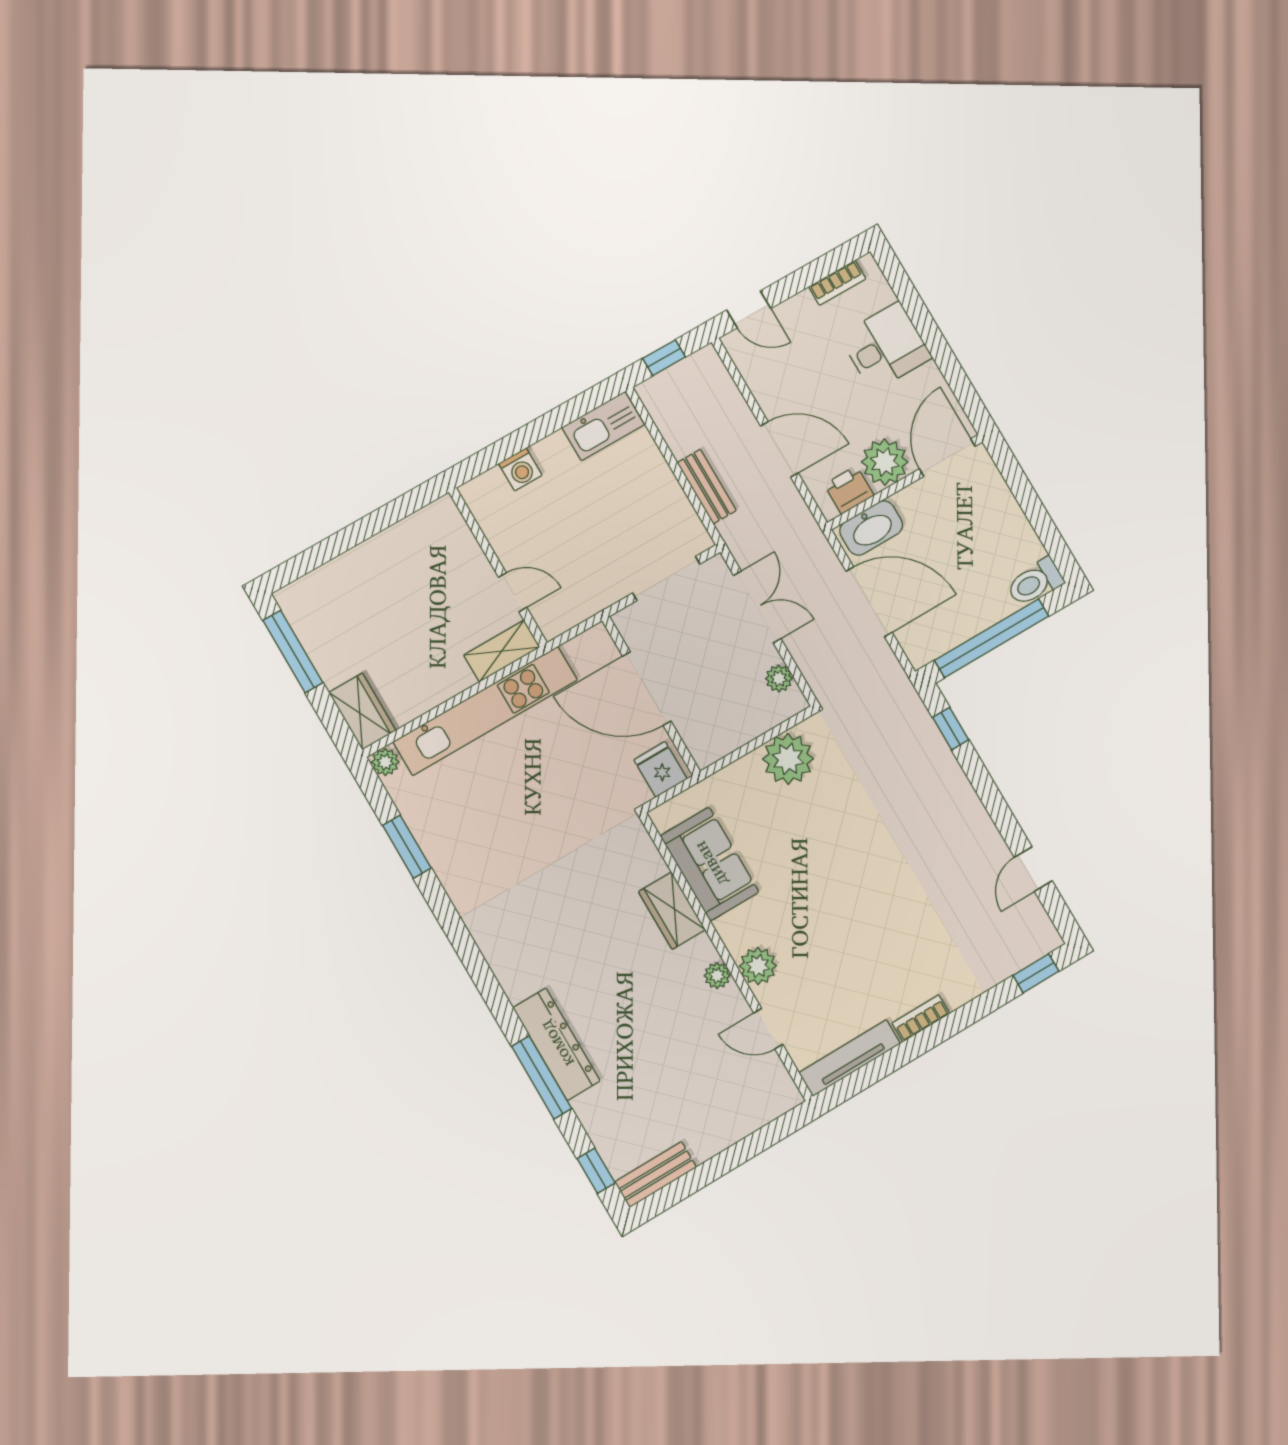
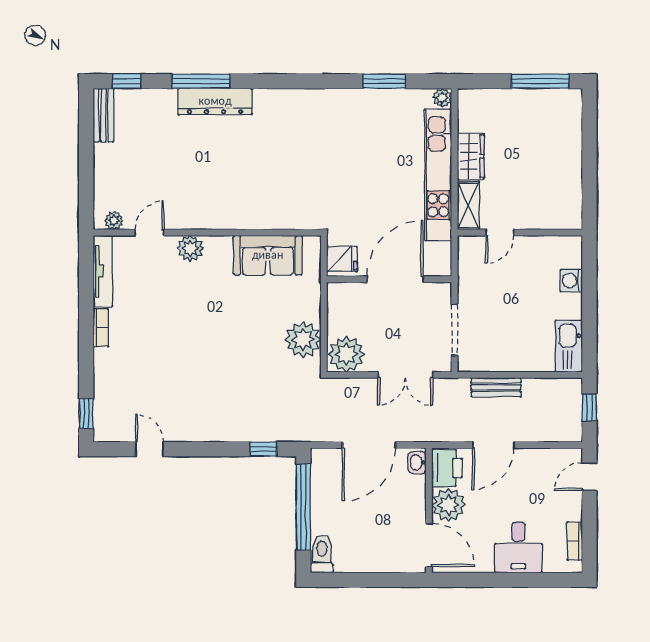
printer: (849, 490) -> (447, 468), width x1.36, depth x1.24
washbasin: (871, 528) -> (417, 463), width x0.52, depth x0.69
plant: (779, 678) -> (346, 354), width x1.87, depth x1.87
wardrobe: (362, 711) -> (471, 156), moved, turned -90
wardrobe: (672, 911) -> (253, 216), removed
plant: (717, 976) -> (114, 221), moved

